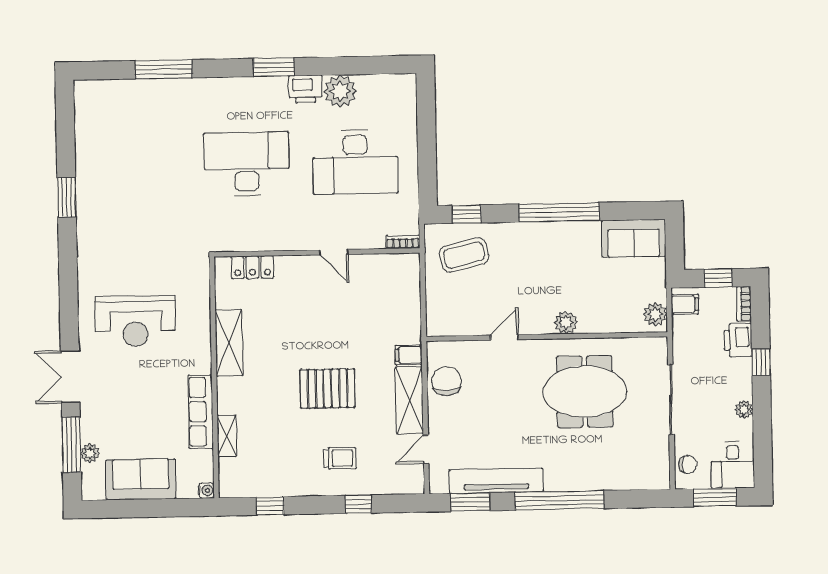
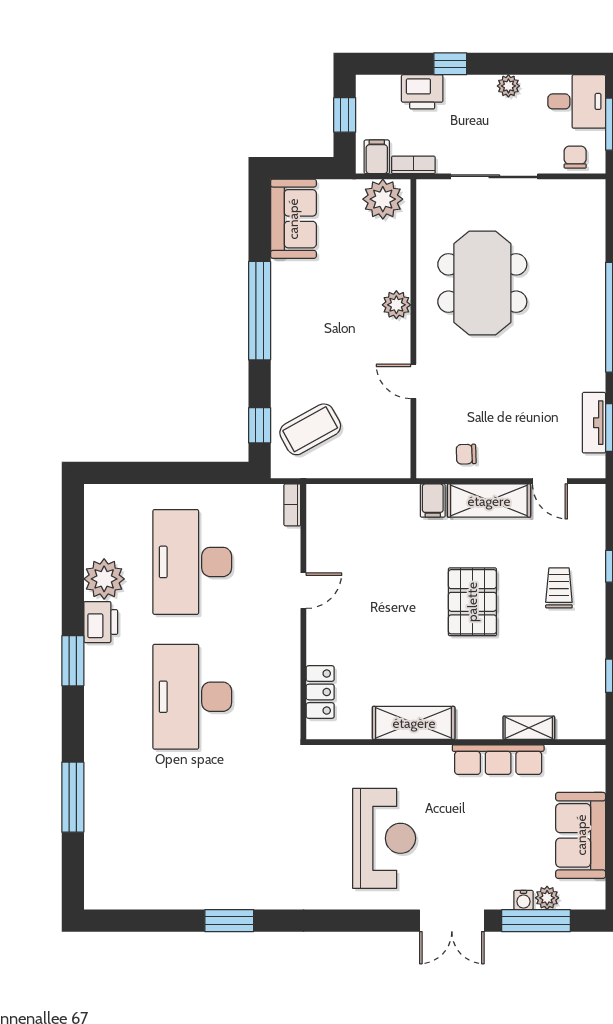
desk: (355, 162) -> (192, 562), turned 180
coffee table: (464, 255) -> (310, 429), turned 75
bookcase: (744, 304) -> (413, 165), moved, turned 180
plant: (655, 314) -> (383, 199), width x1.36, depth x1.36
chair: (446, 381) -> (466, 454), width x0.54, depth x0.54
tv unit: (496, 481) -> (594, 423), width x0.52, depth x0.78
water cooler: (206, 490) -> (523, 900), moved, turned 180

